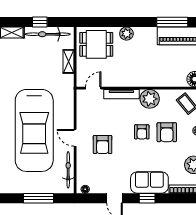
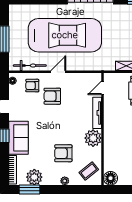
door: (93, 88) -> (103, 88), swing flipped
car: (34, 130) -> (65, 35), turned 180
armchair: (142, 132) -> (32, 86), moved

